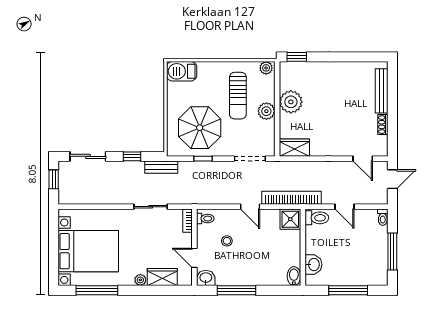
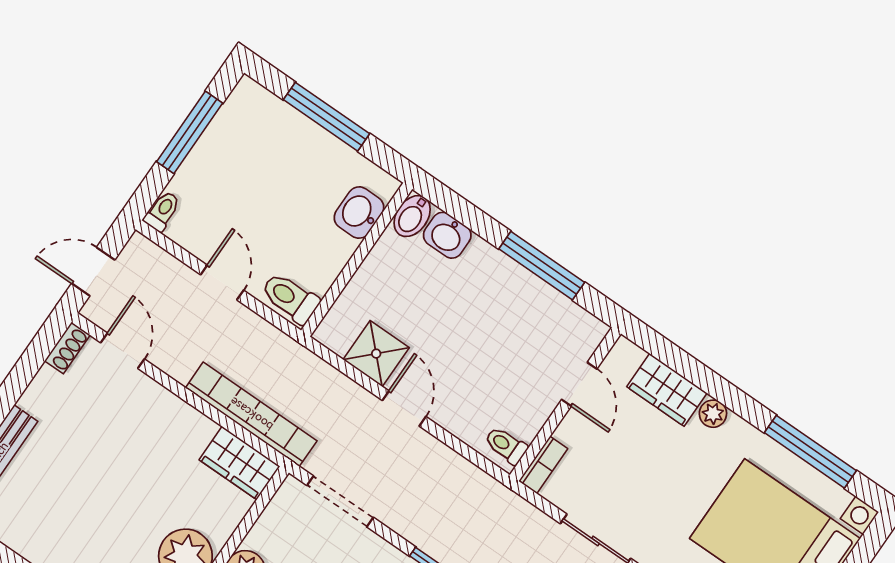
shoe rack: (383, 125) -> (67, 348), moved
bookcase: (291, 198) -> (251, 414), moved, turned 180
shower: (290, 219) -> (376, 354), moved
stool: (227, 241) -> (494, 373), removed
washbasin: (206, 278) -> (447, 235), moved

